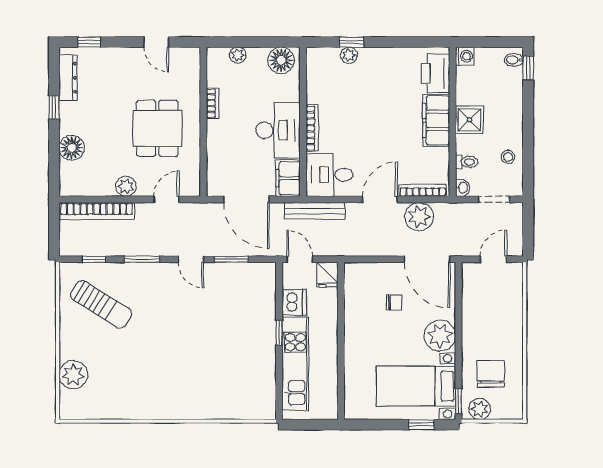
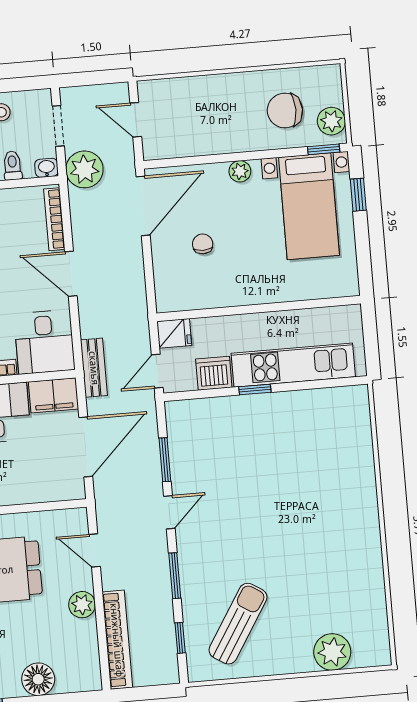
bench: (315, 211) -> (94, 368), width x0.73
plant: (419, 217) -> (84, 169), moved
plant: (440, 336) -> (240, 171), width x0.53, depth x0.53

